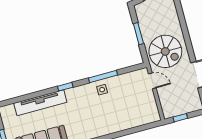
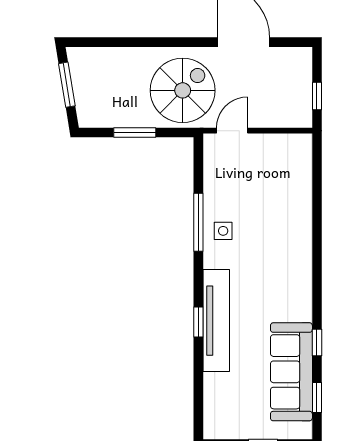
window: (65, 87) -> (198, 322), moved
tv unit: (40, 103) -> (216, 321), moved

